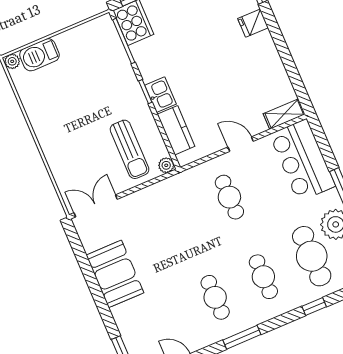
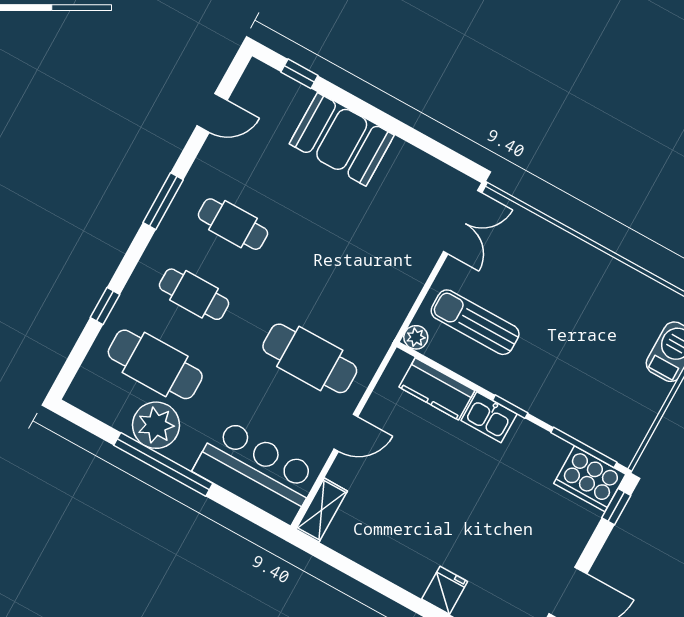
cafe table: (229, 197) -> (310, 358), width x1.37, depth x1.35
booth: (115, 274) -> (342, 139), moved

